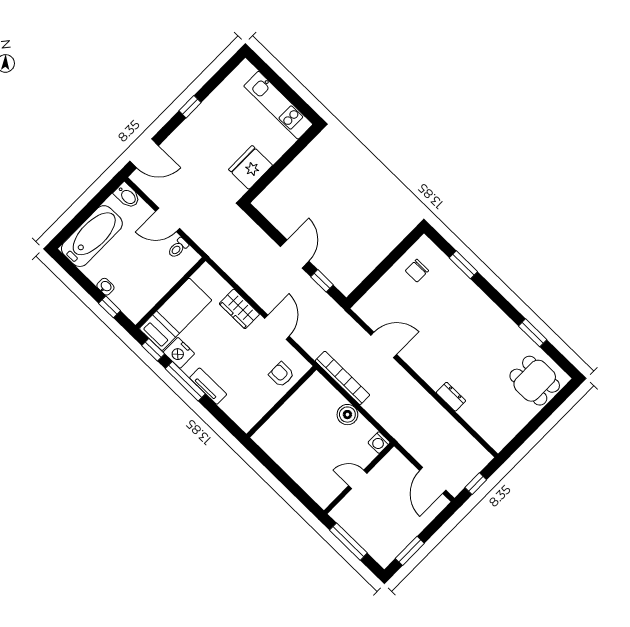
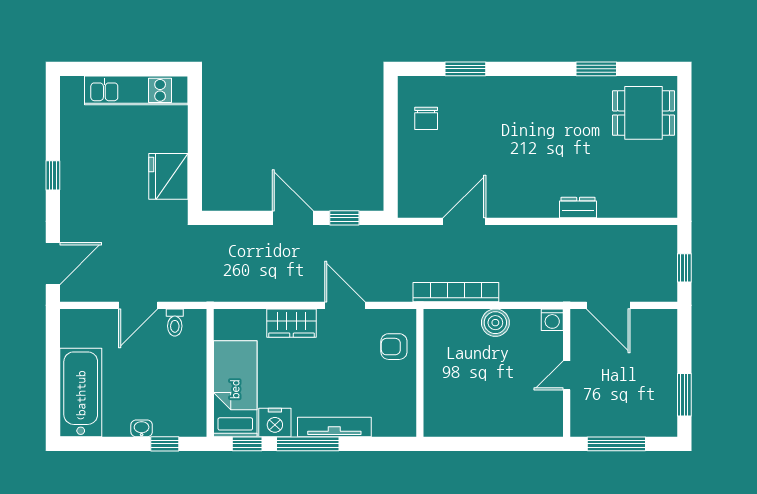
bidet: (127, 196) -> (76, 320), removed
tv unit: (208, 386) -> (334, 427), width x1.41
door: (433, 480) -> (608, 305), moved

